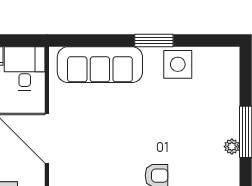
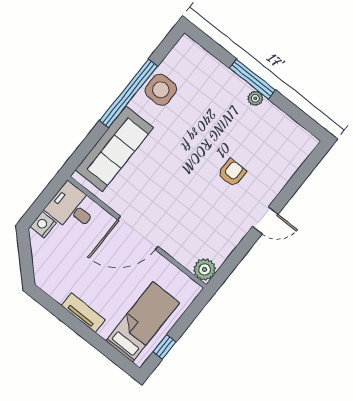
window: (154, 41) -> (128, 93), width x2.11

